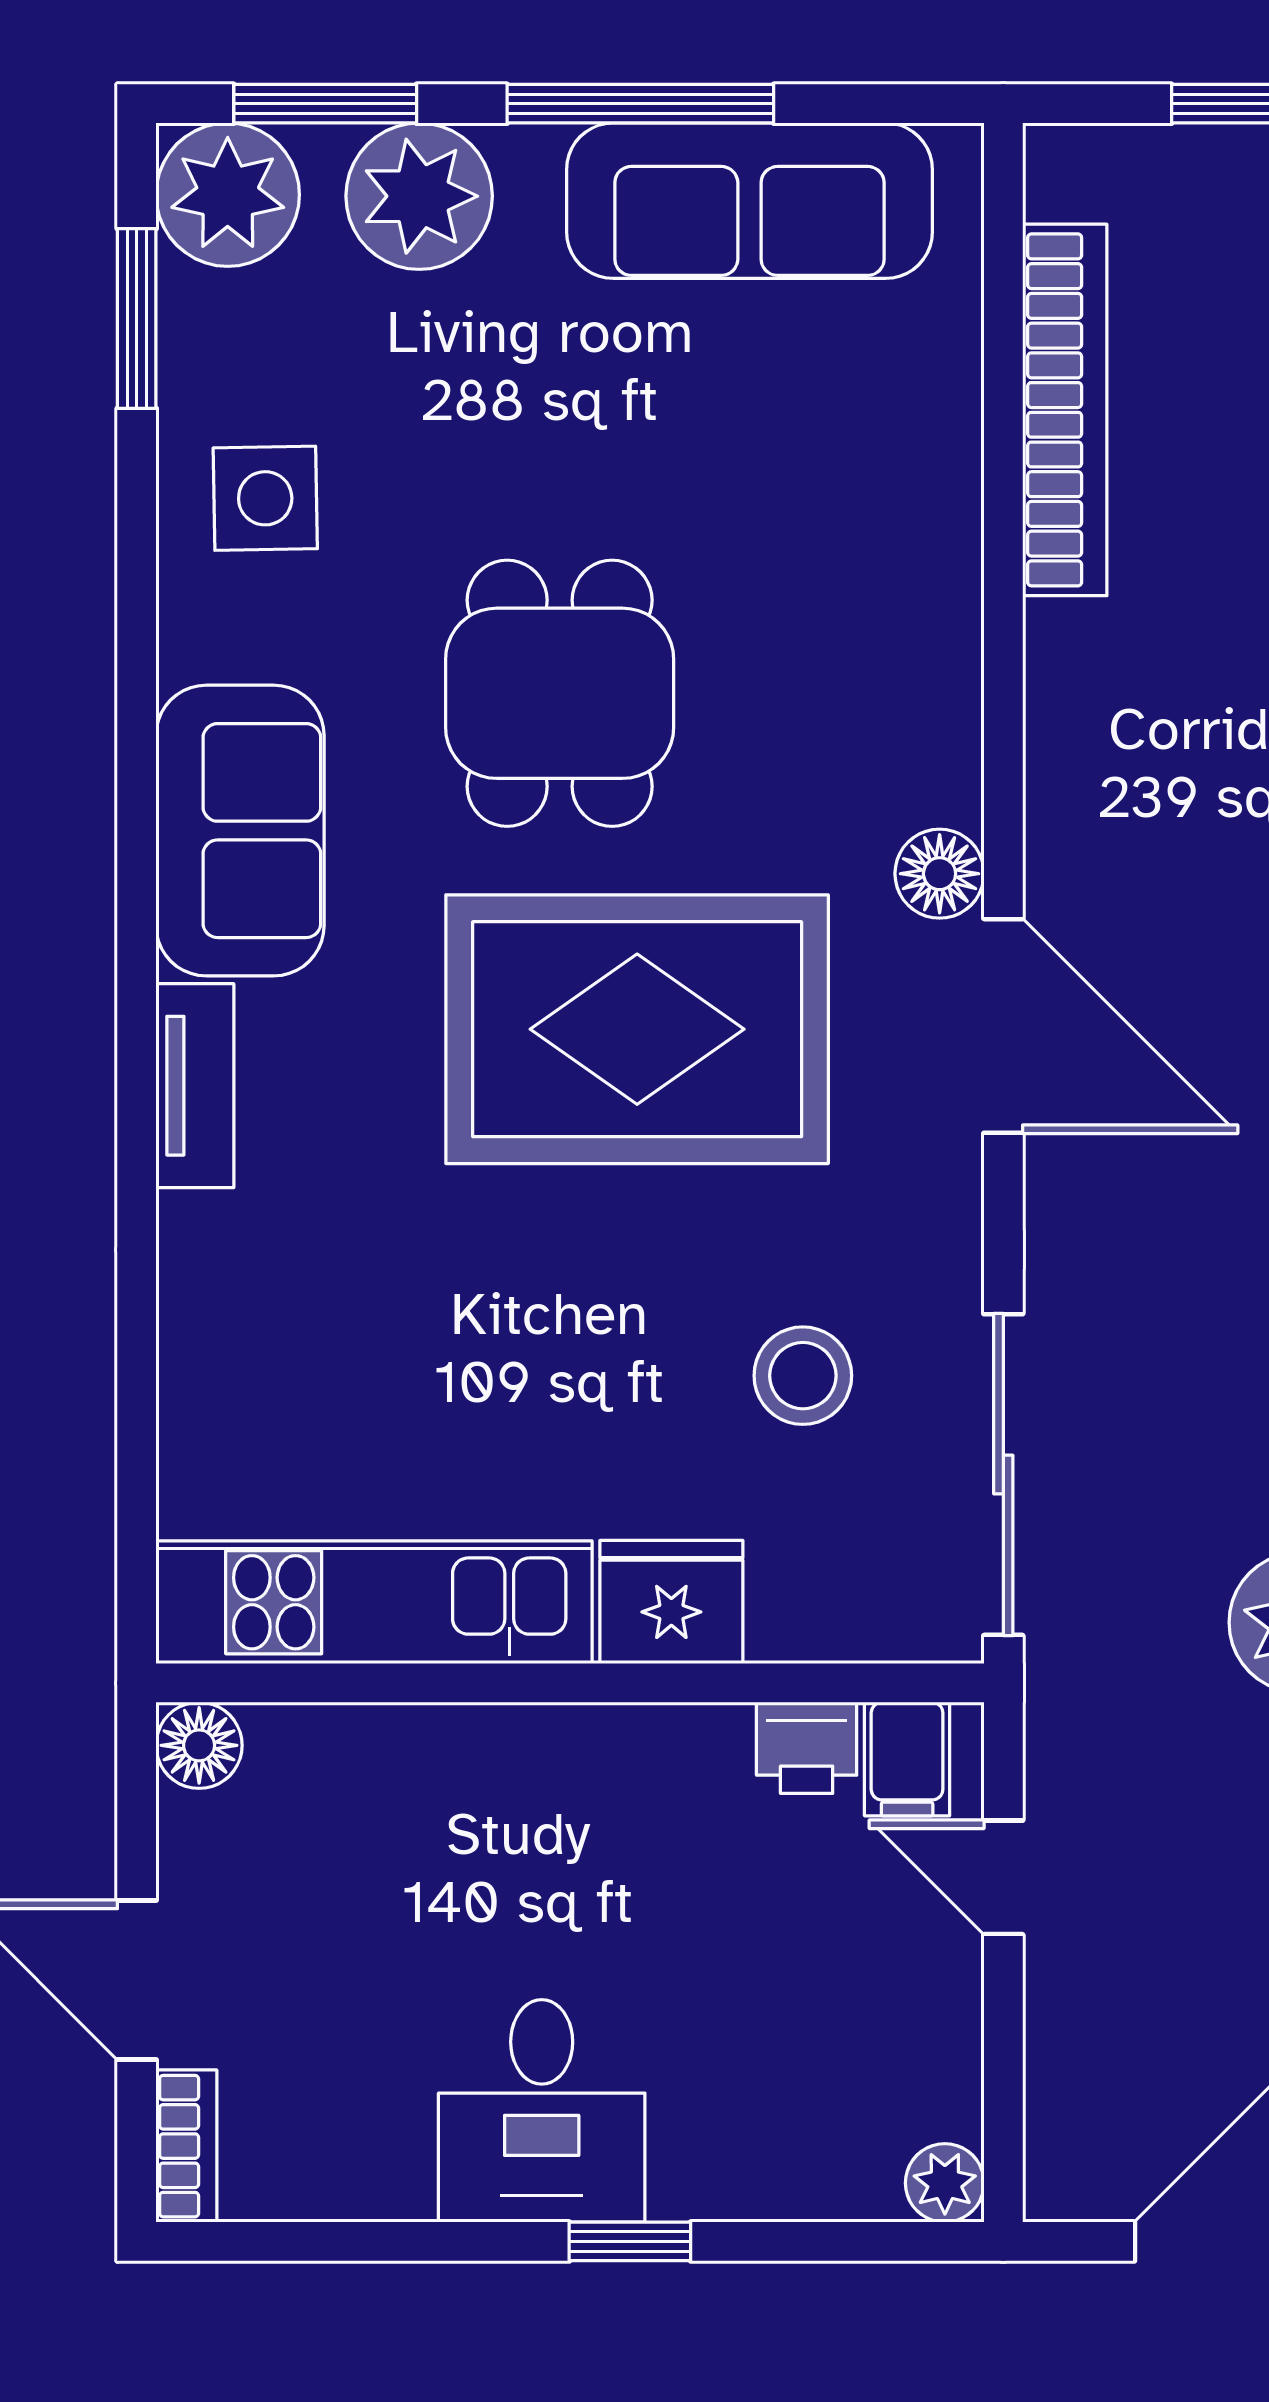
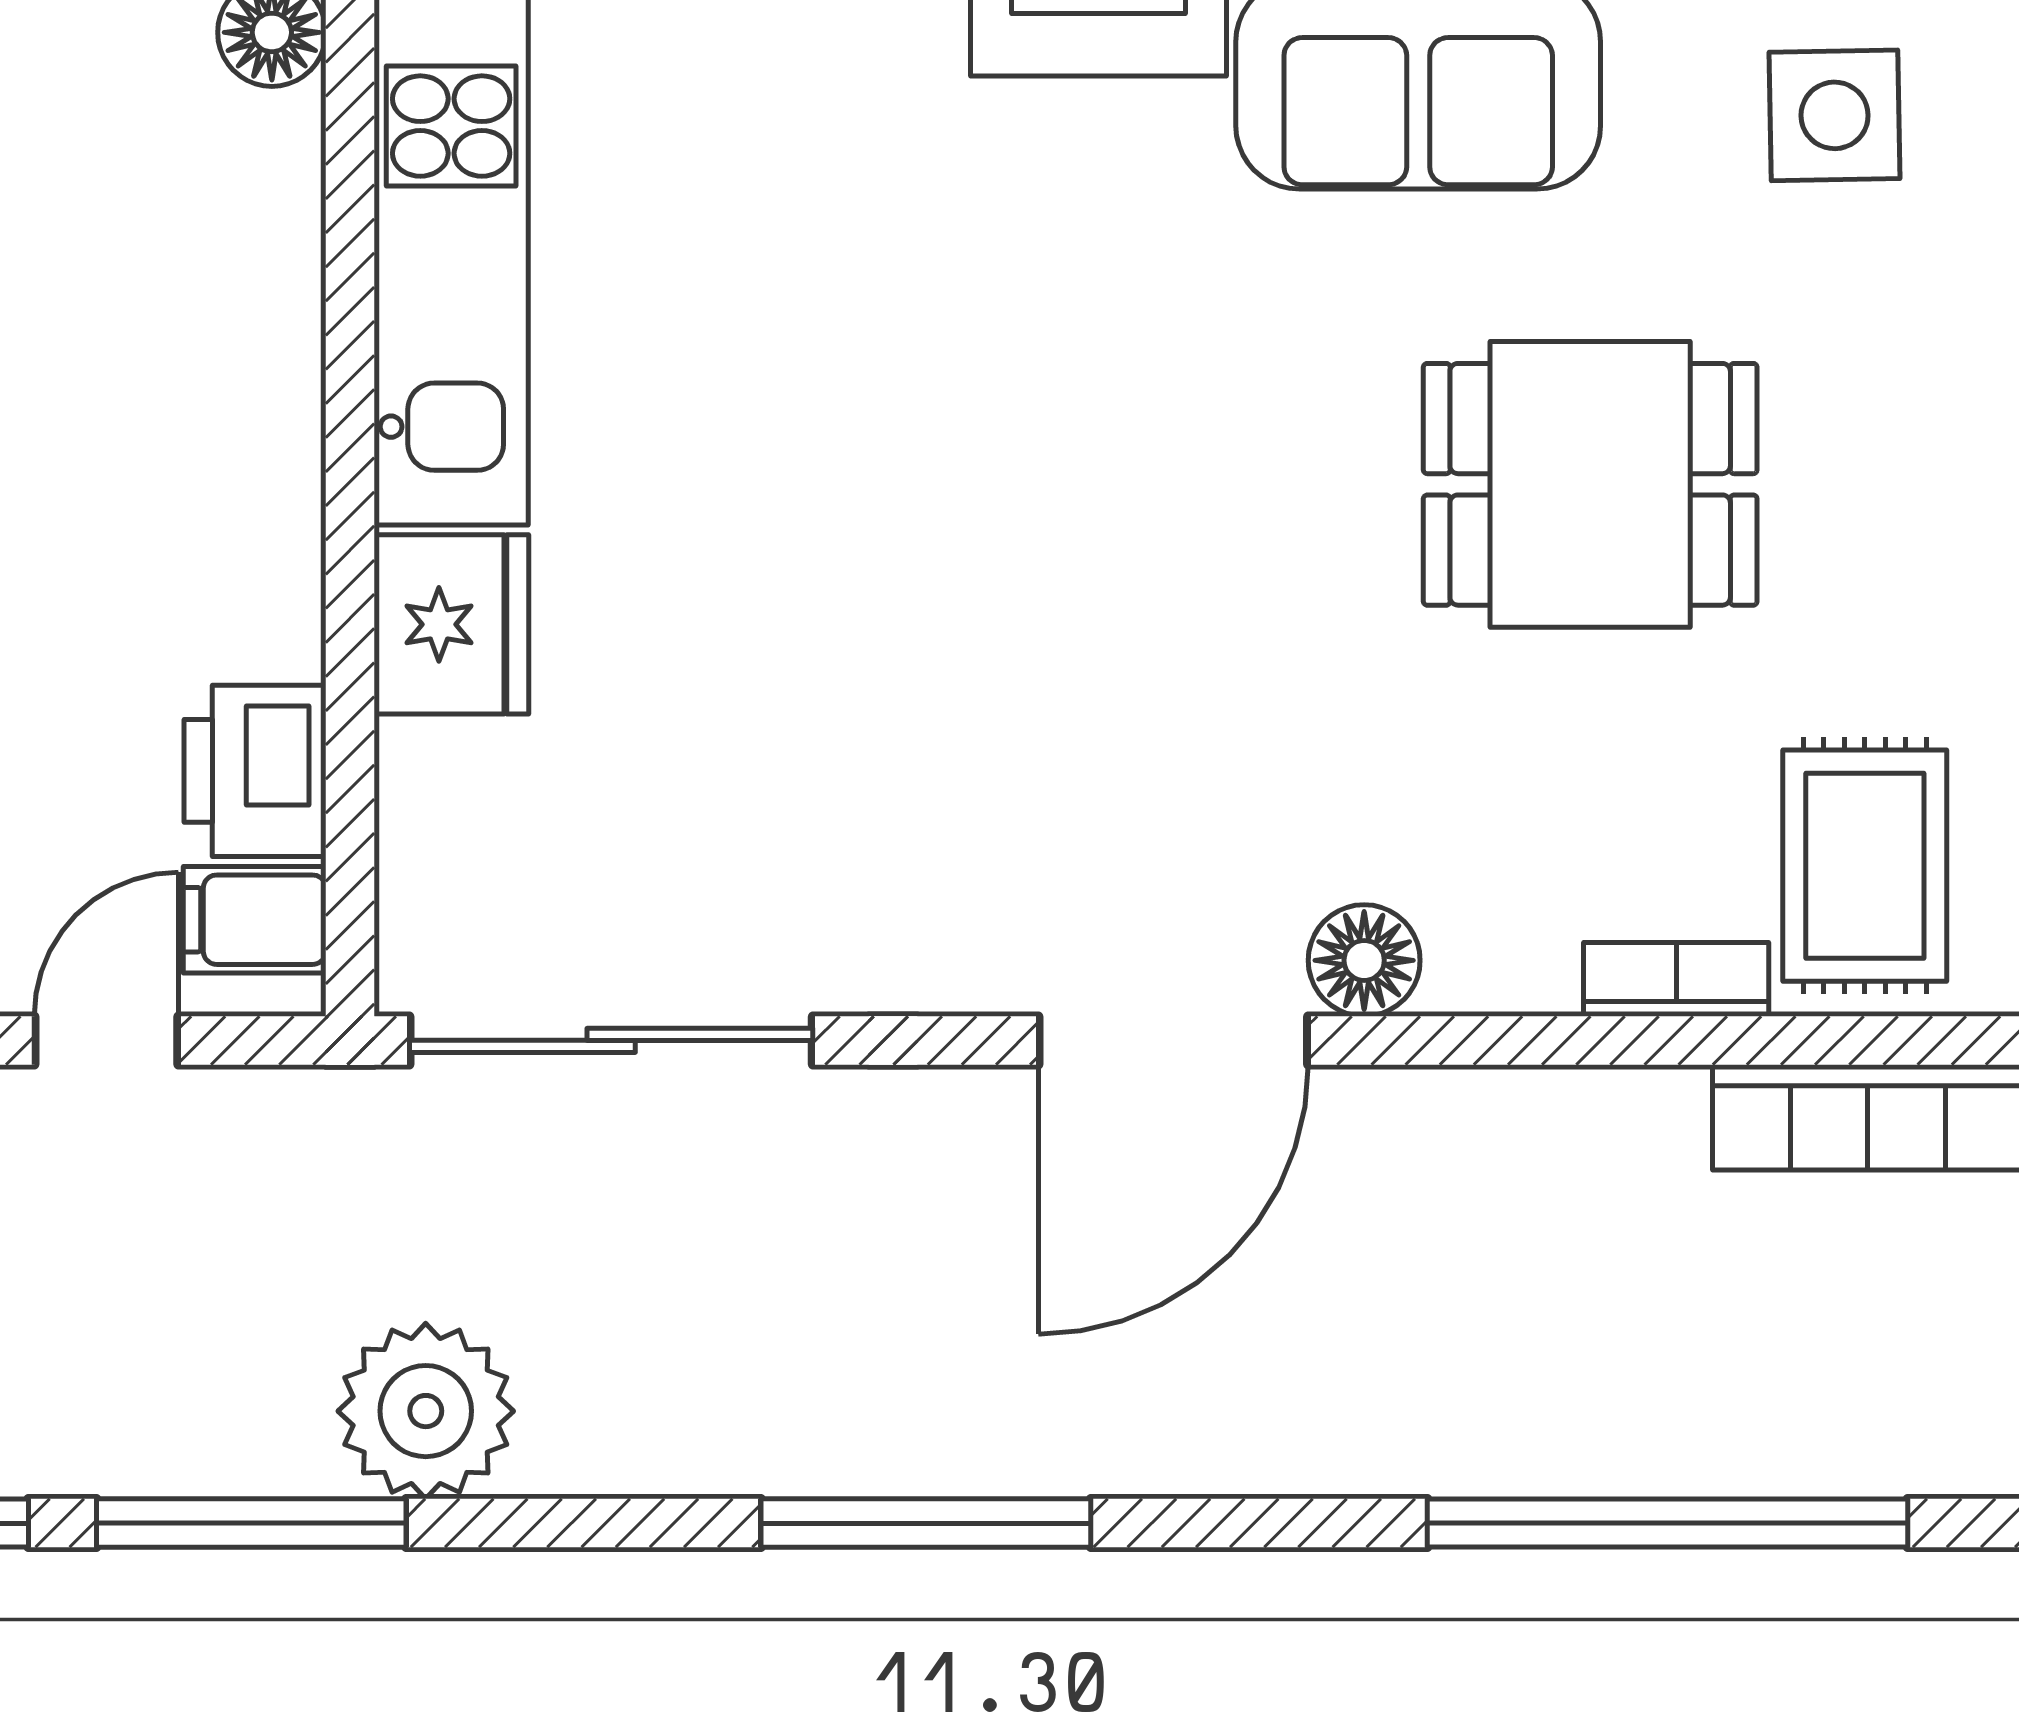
bookcase: (955, 625) -> (1676, 979), added
rug: (637, 1029) -> (1865, 866), moved, width x0.54, depth x0.49
stool: (803, 1376) -> (735, 789), removed
printer: (807, 1748) -> (255, 771), width x1.36, depth x1.24

